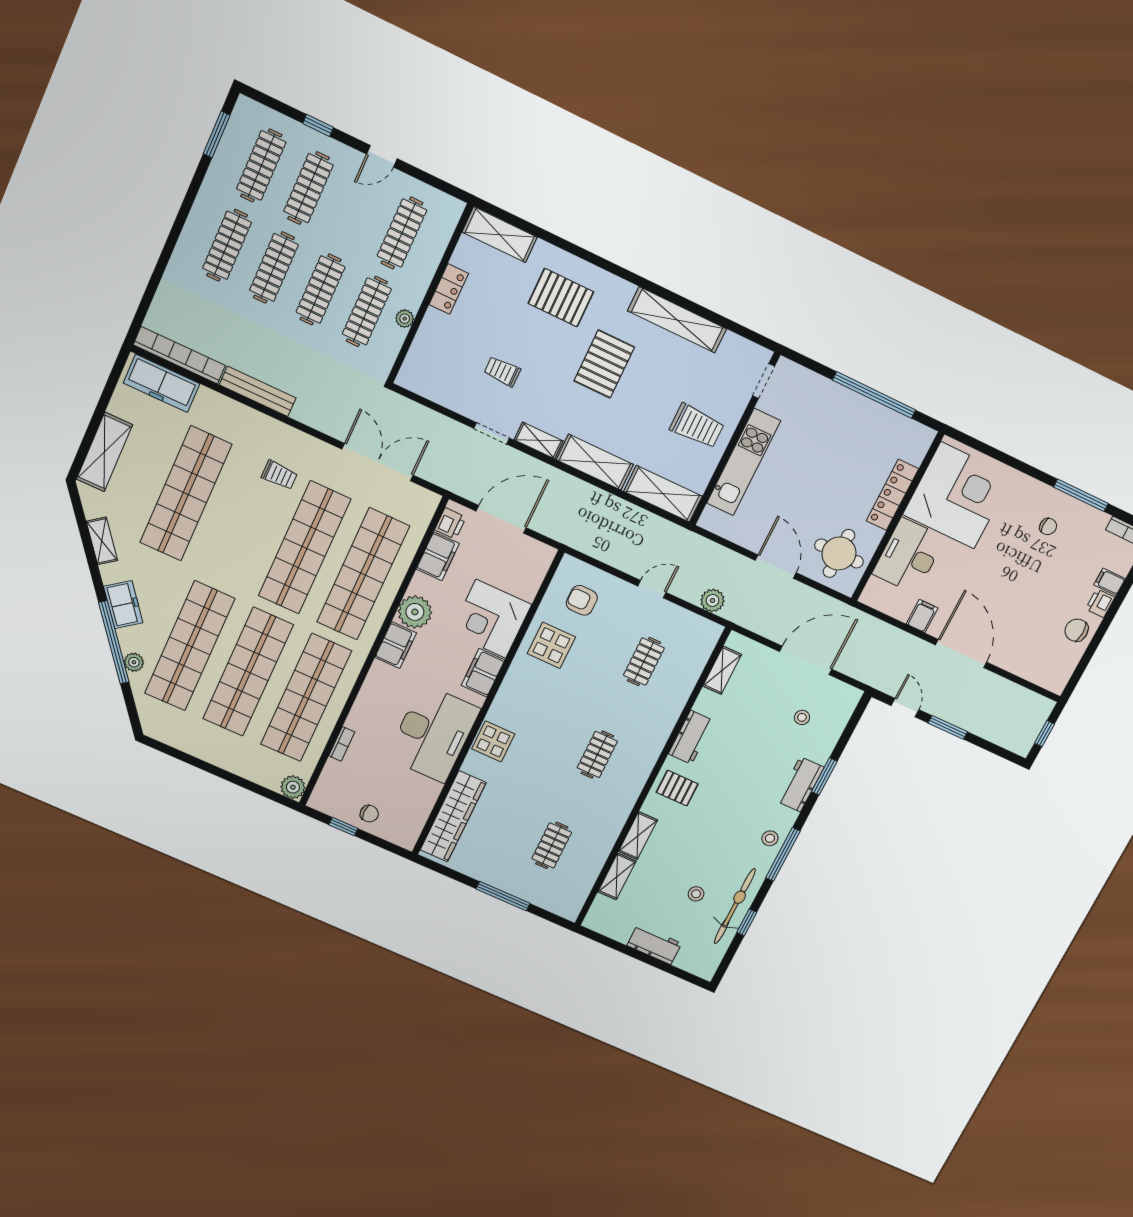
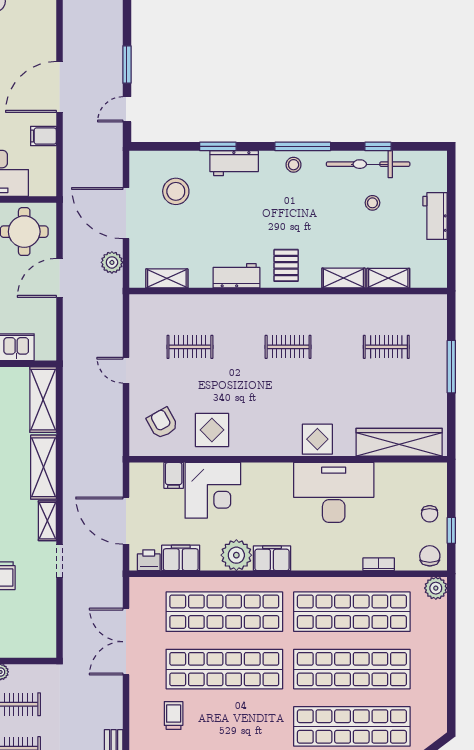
armchair: (582, 600) -> (162, 423), turned 151
plant: (713, 600) -> (112, 262), moved
filing cabinet: (483, 673) -> (174, 475), moved, width x0.50
stool: (802, 717) -> (176, 191), width x1.89, depth x1.89
chair: (328, 796) -> (430, 556), added
chair: (369, 814) -> (430, 514), turned 180

